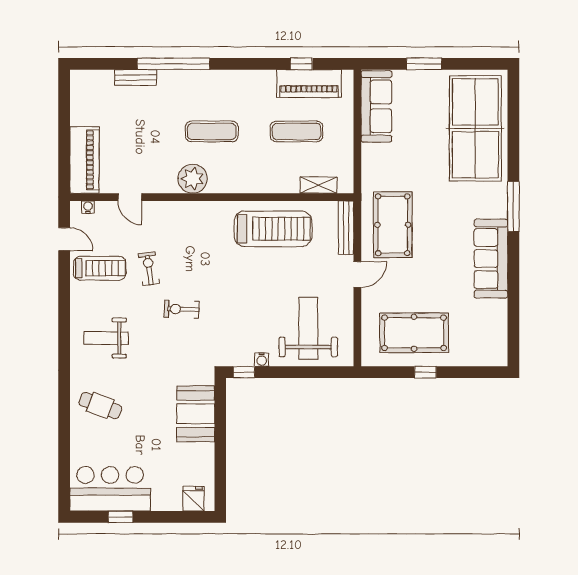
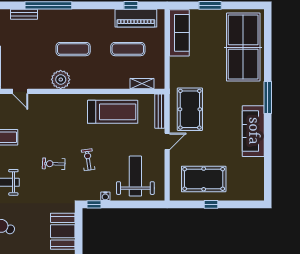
exercise bike: (149, 269) -> (88, 160), moved

